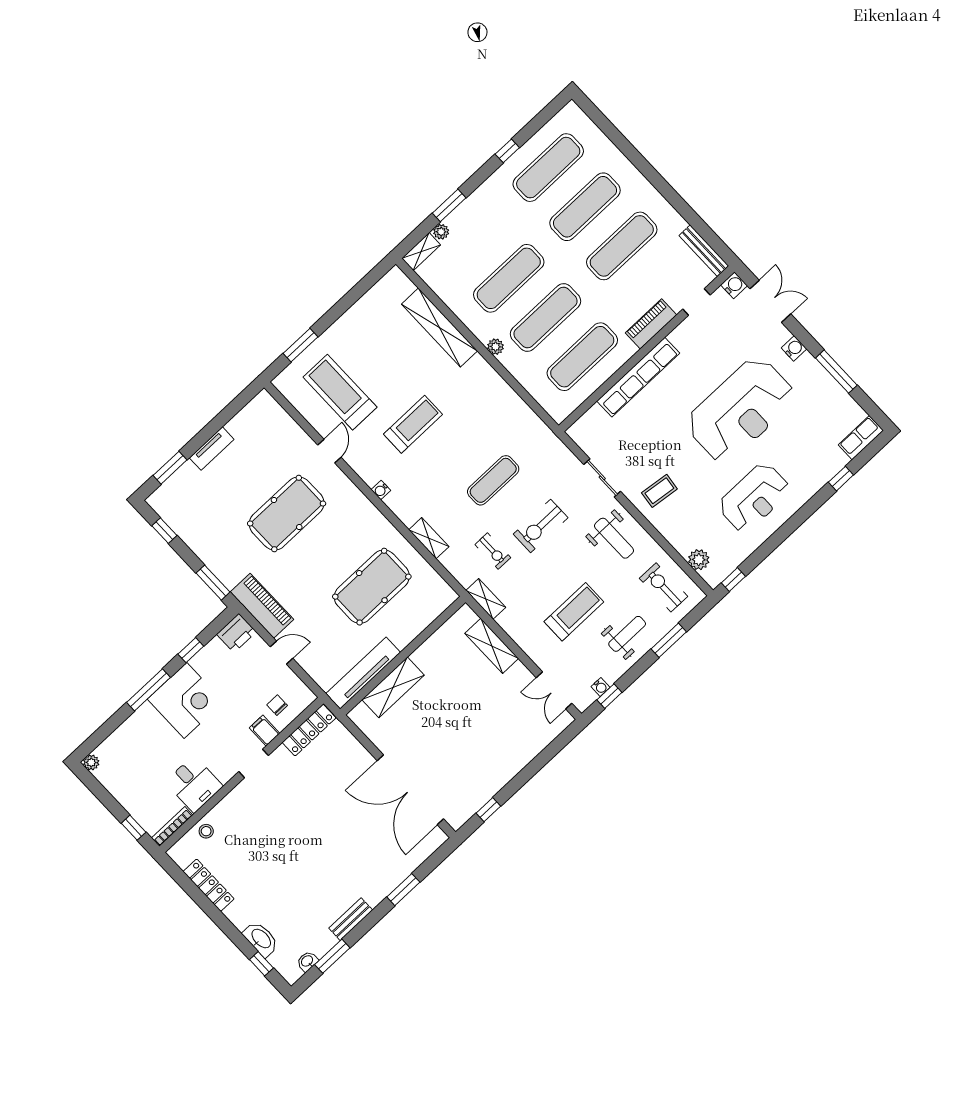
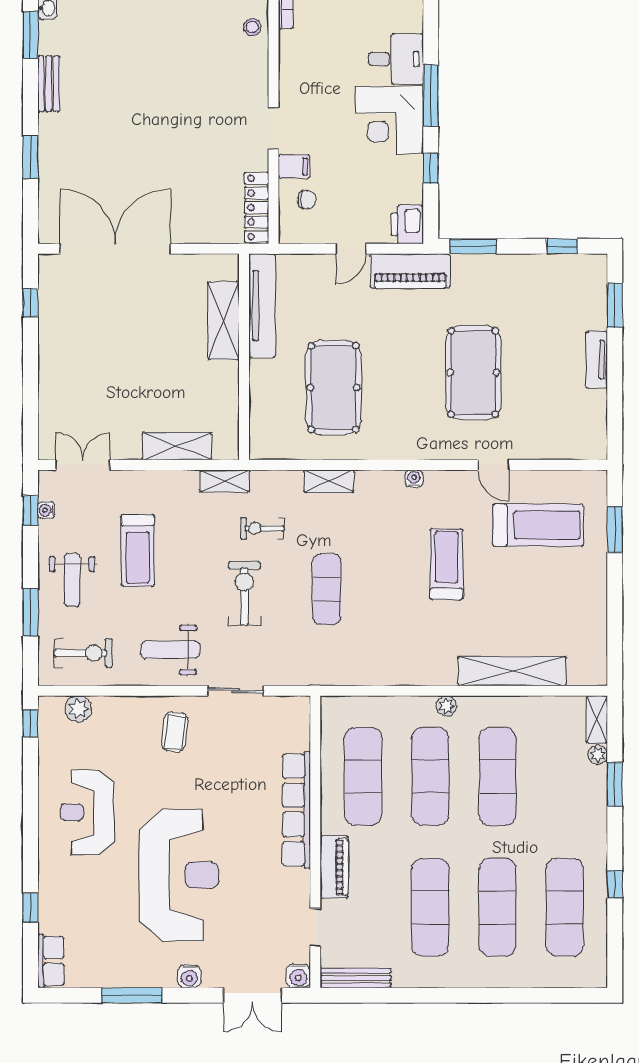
reception desk: (741, 410) -> (179, 875), turned 180
treadmill: (413, 424) -> (446, 564), turned 180
desk: (194, 784) -> (396, 59), moved, turned 180

